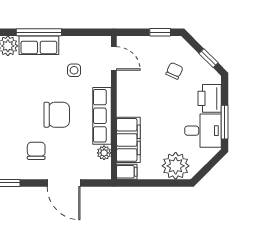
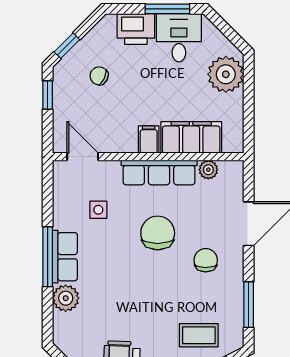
door: (114, 58) -> (83, 157), hinge flipped
window: (208, 58) -> (67, 46), moved
chair: (36, 151) -> (206, 260), turned 90
filing cabinet: (127, 172) -> (149, 139), moved

